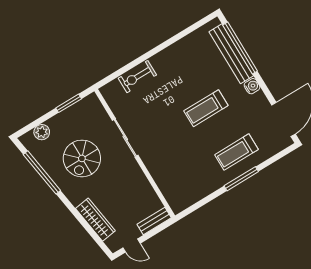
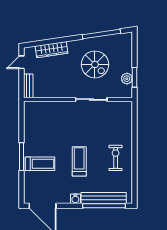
exercise bike: (137, 77) -> (116, 158), moved
plant: (42, 132) -> (127, 79), moved
treadmill: (236, 152) -> (40, 164), turned 90
spiral stairs: (82, 158) -> (95, 64), turned 180

